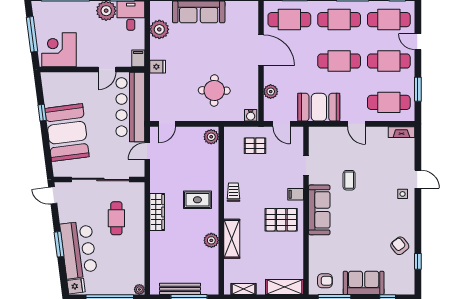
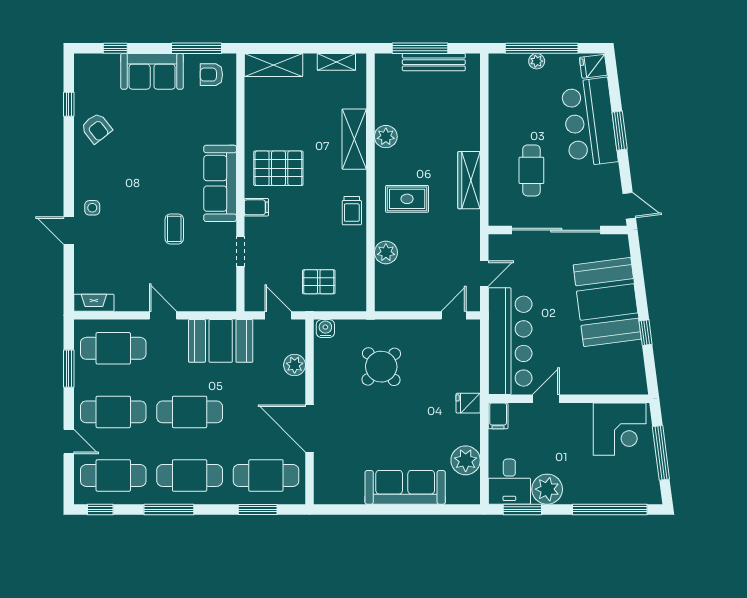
round table: (214, 90) -> (381, 367), turned 45
plant: (211, 137) -> (386, 252), moved
plant: (139, 289) -> (537, 61), moved

